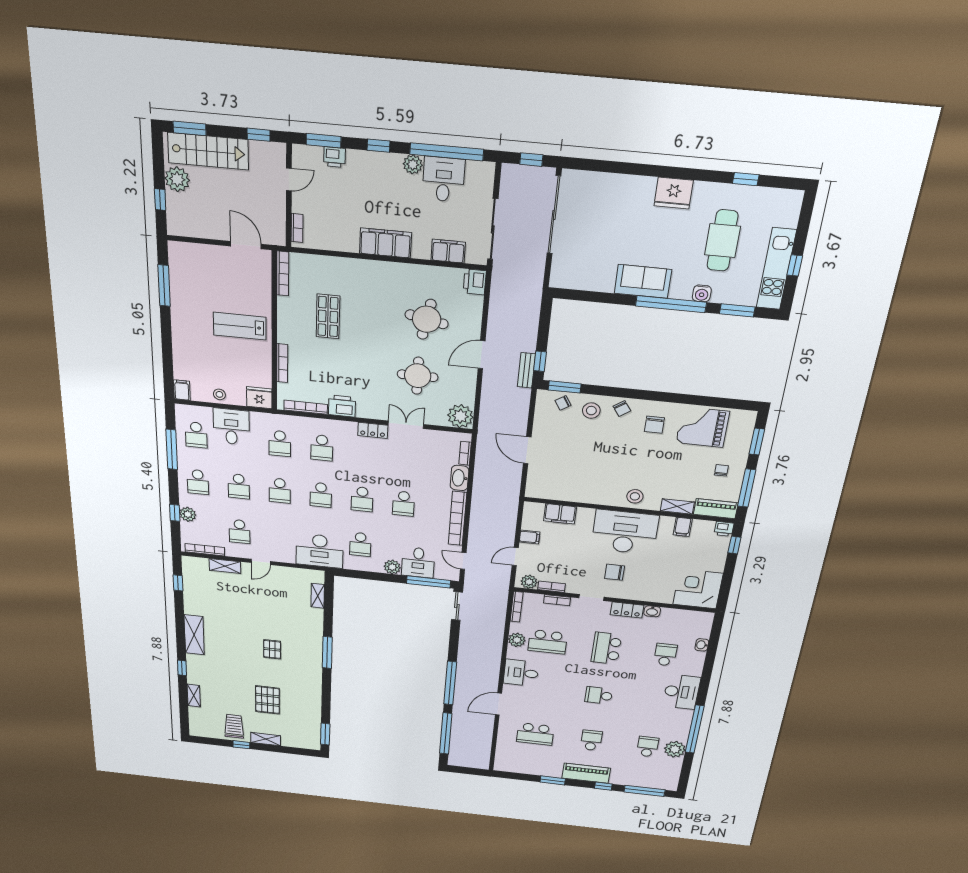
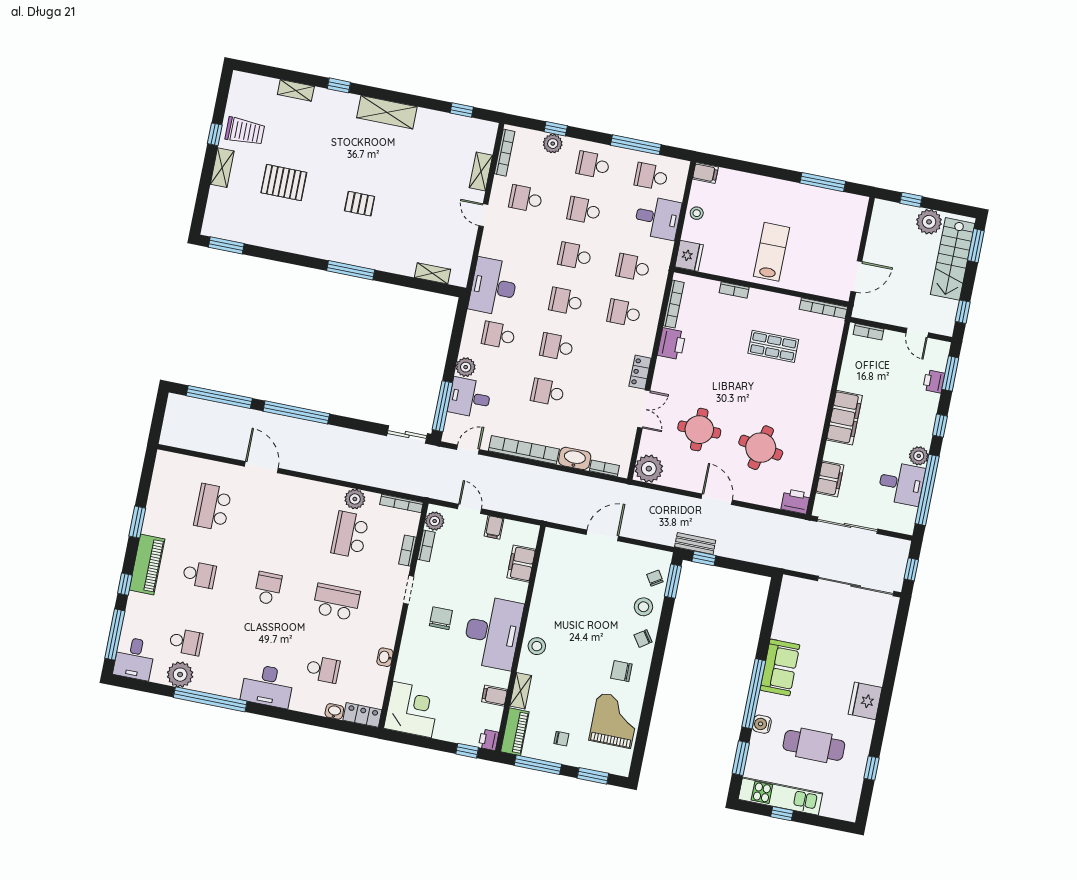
bookcase: (282, 363) -> (734, 290), width x0.64
locker: (627, 610) -> (362, 715), moved, turned 90
desk: (521, 673) -> (134, 658), moved, turned 180

